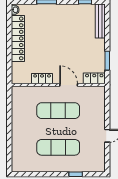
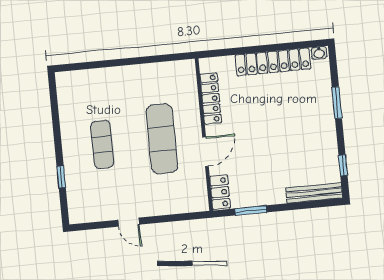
locker: (42, 79) -> (211, 98), width x1.53
exercise mat: (58, 147) -> (102, 144), width x0.73, depth x0.69

